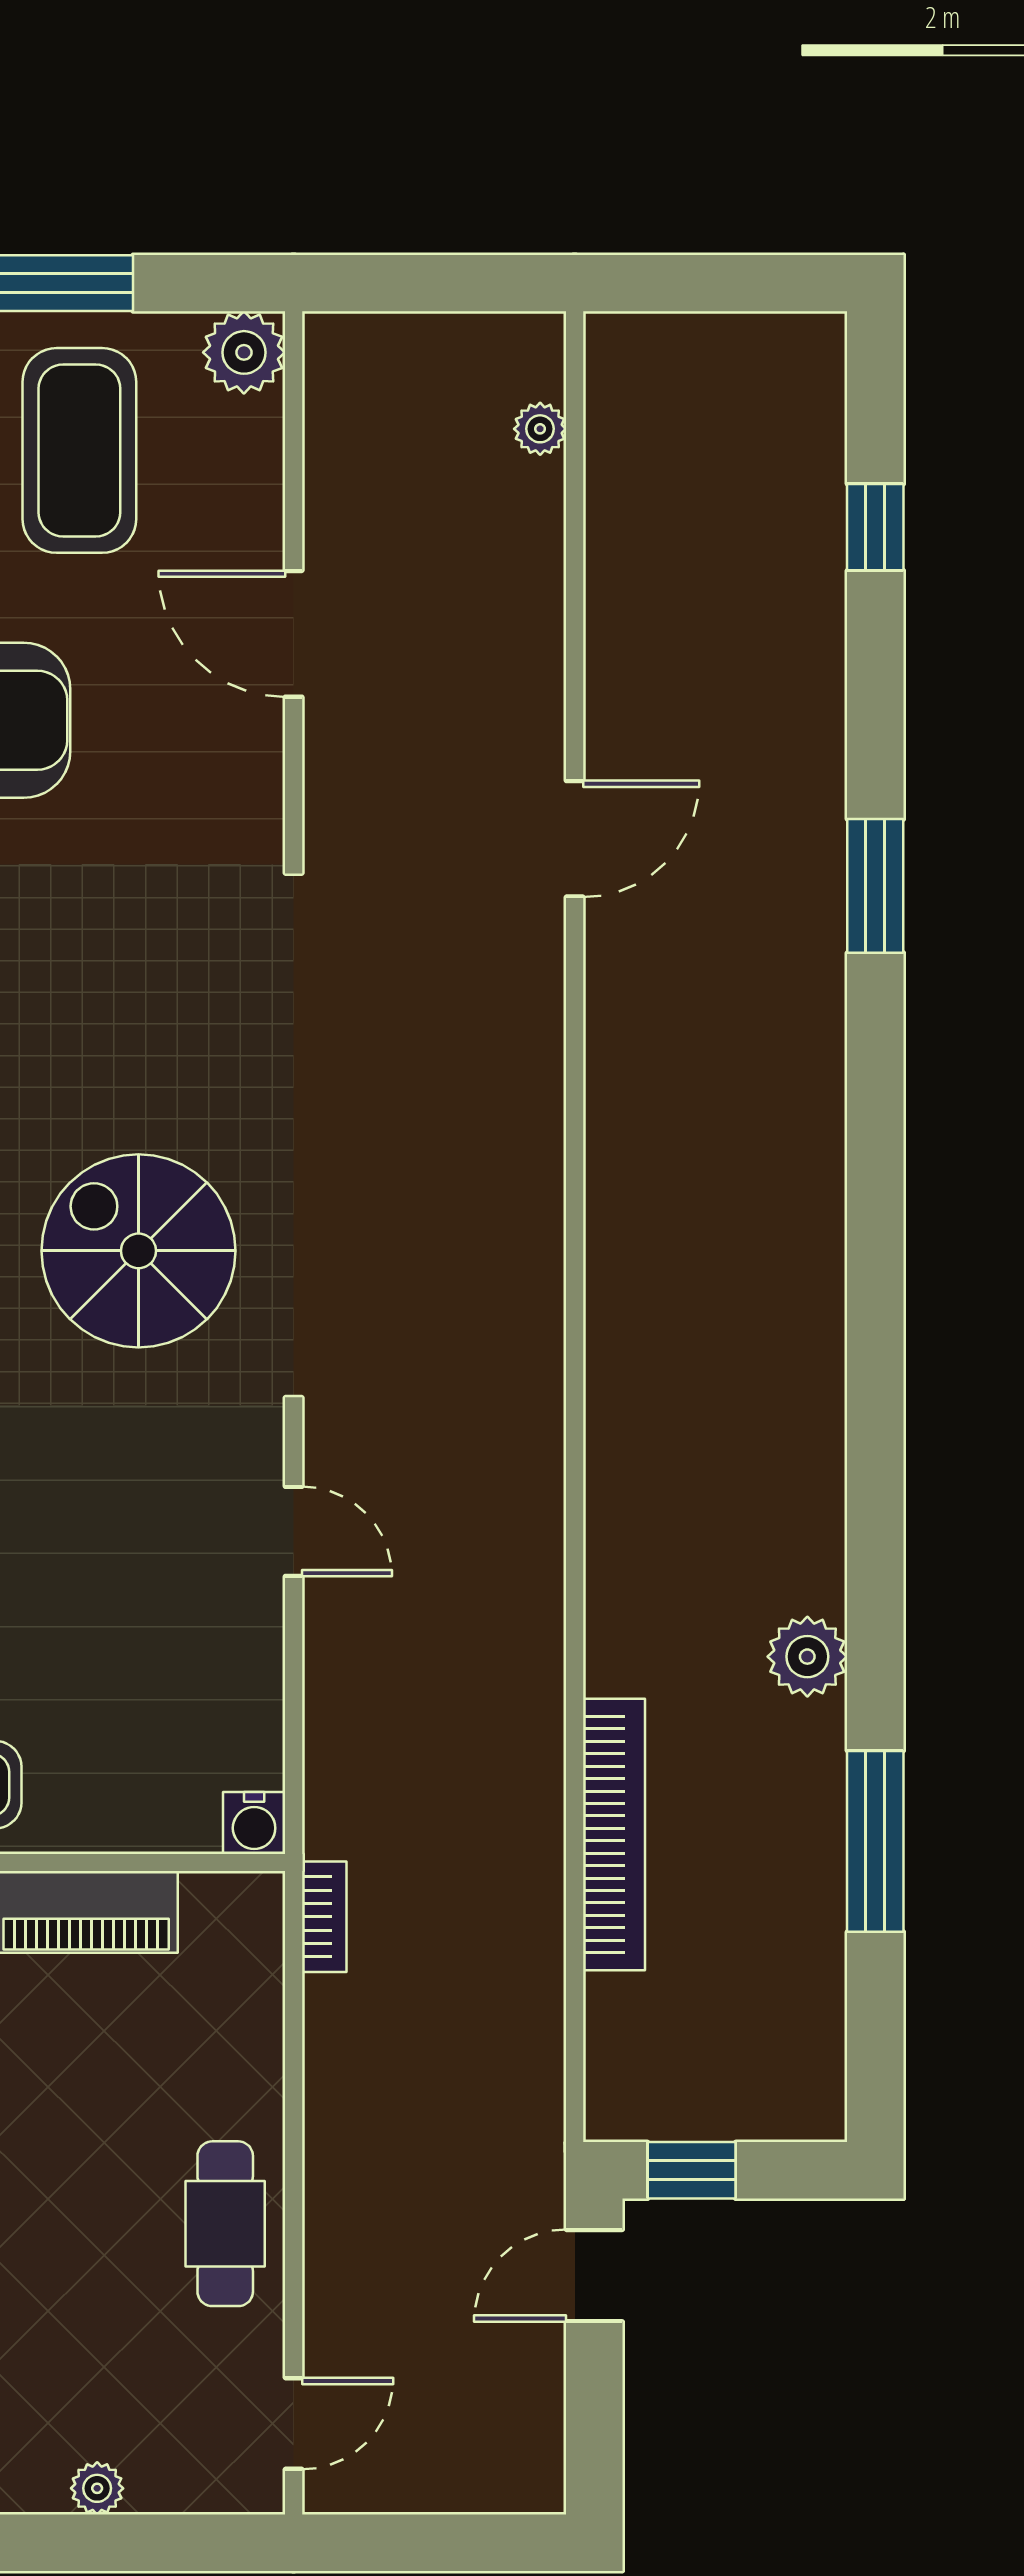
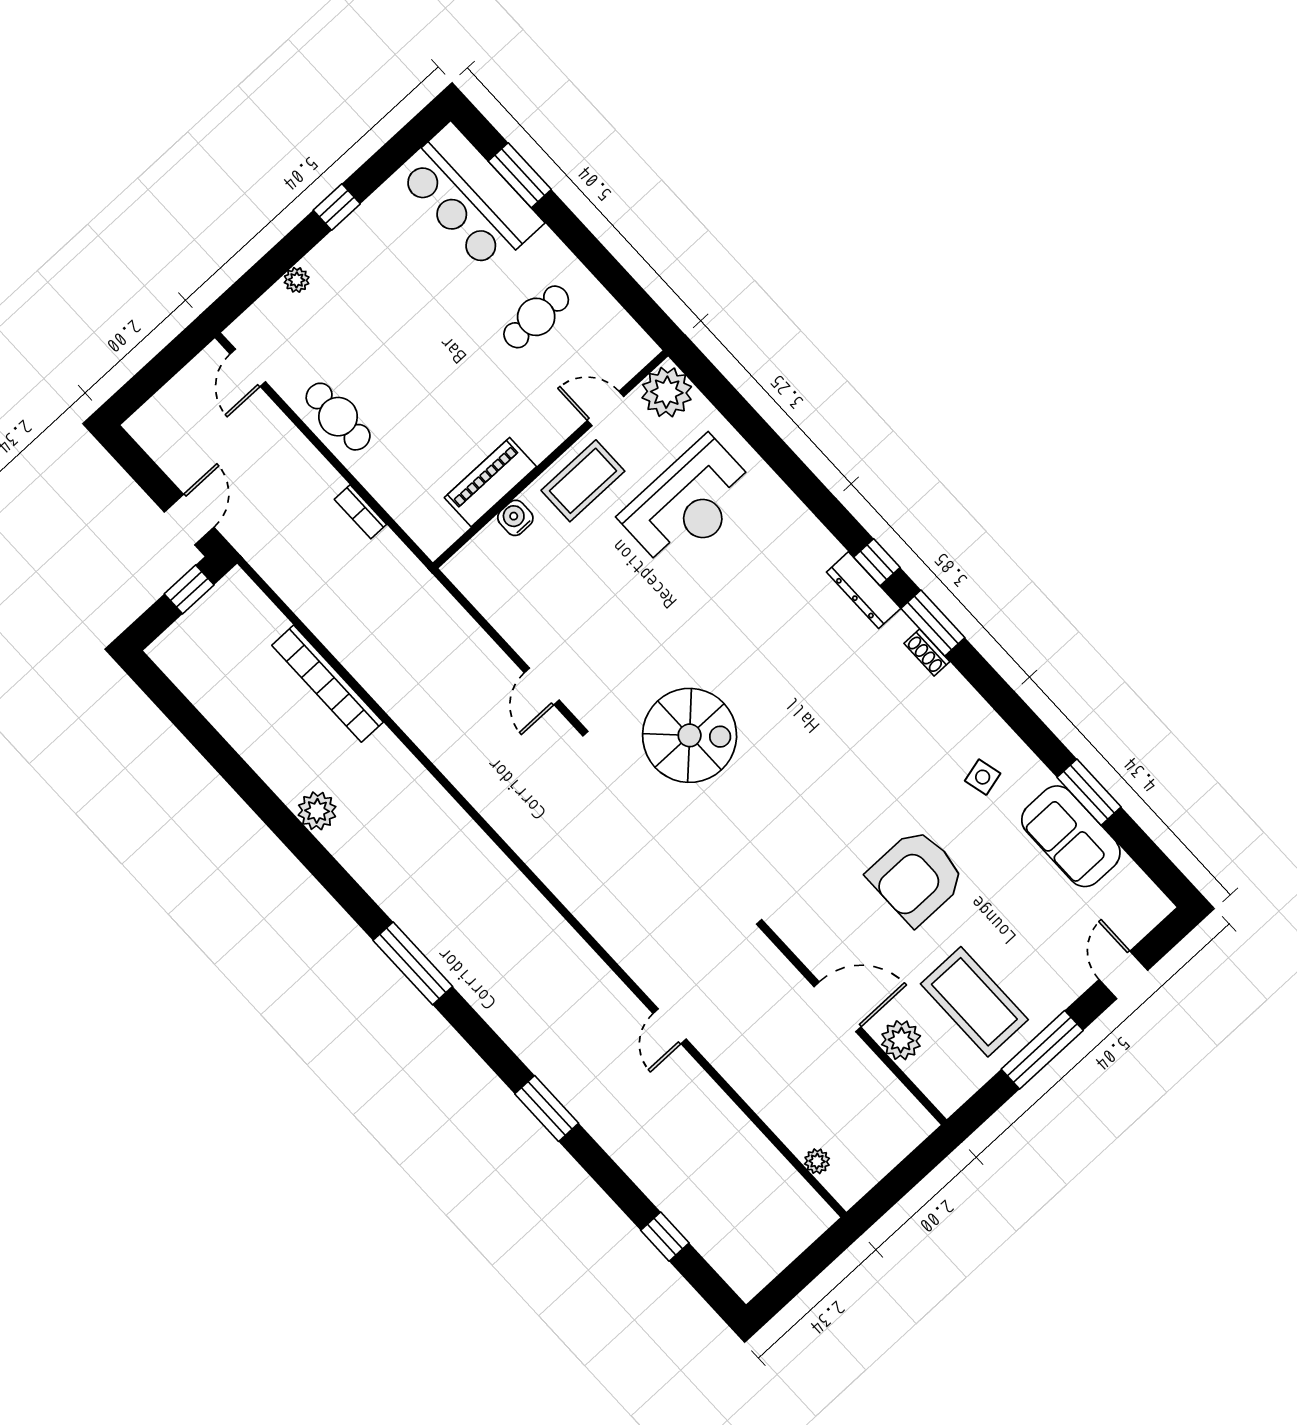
plant: (244, 352) -> (901, 1040), moved
door: (575, 839) -> (670, 1026), width x0.73
door: (294, 1531) -> (542, 686), hinge flipped
water cooler: (254, 1823) -> (515, 518), moved
window: (875, 1841) -> (413, 963), moved
bookcase: (324, 1917) -> (360, 512), moved

